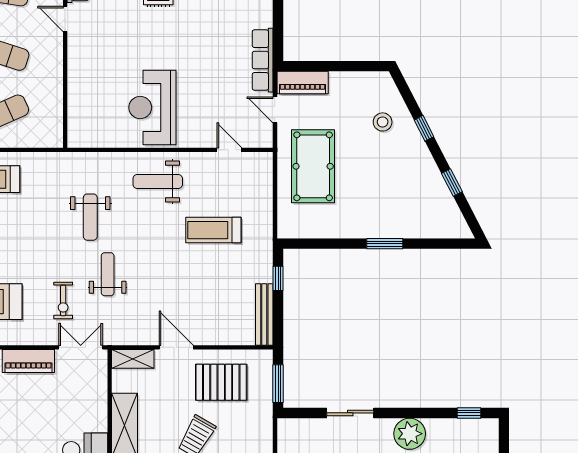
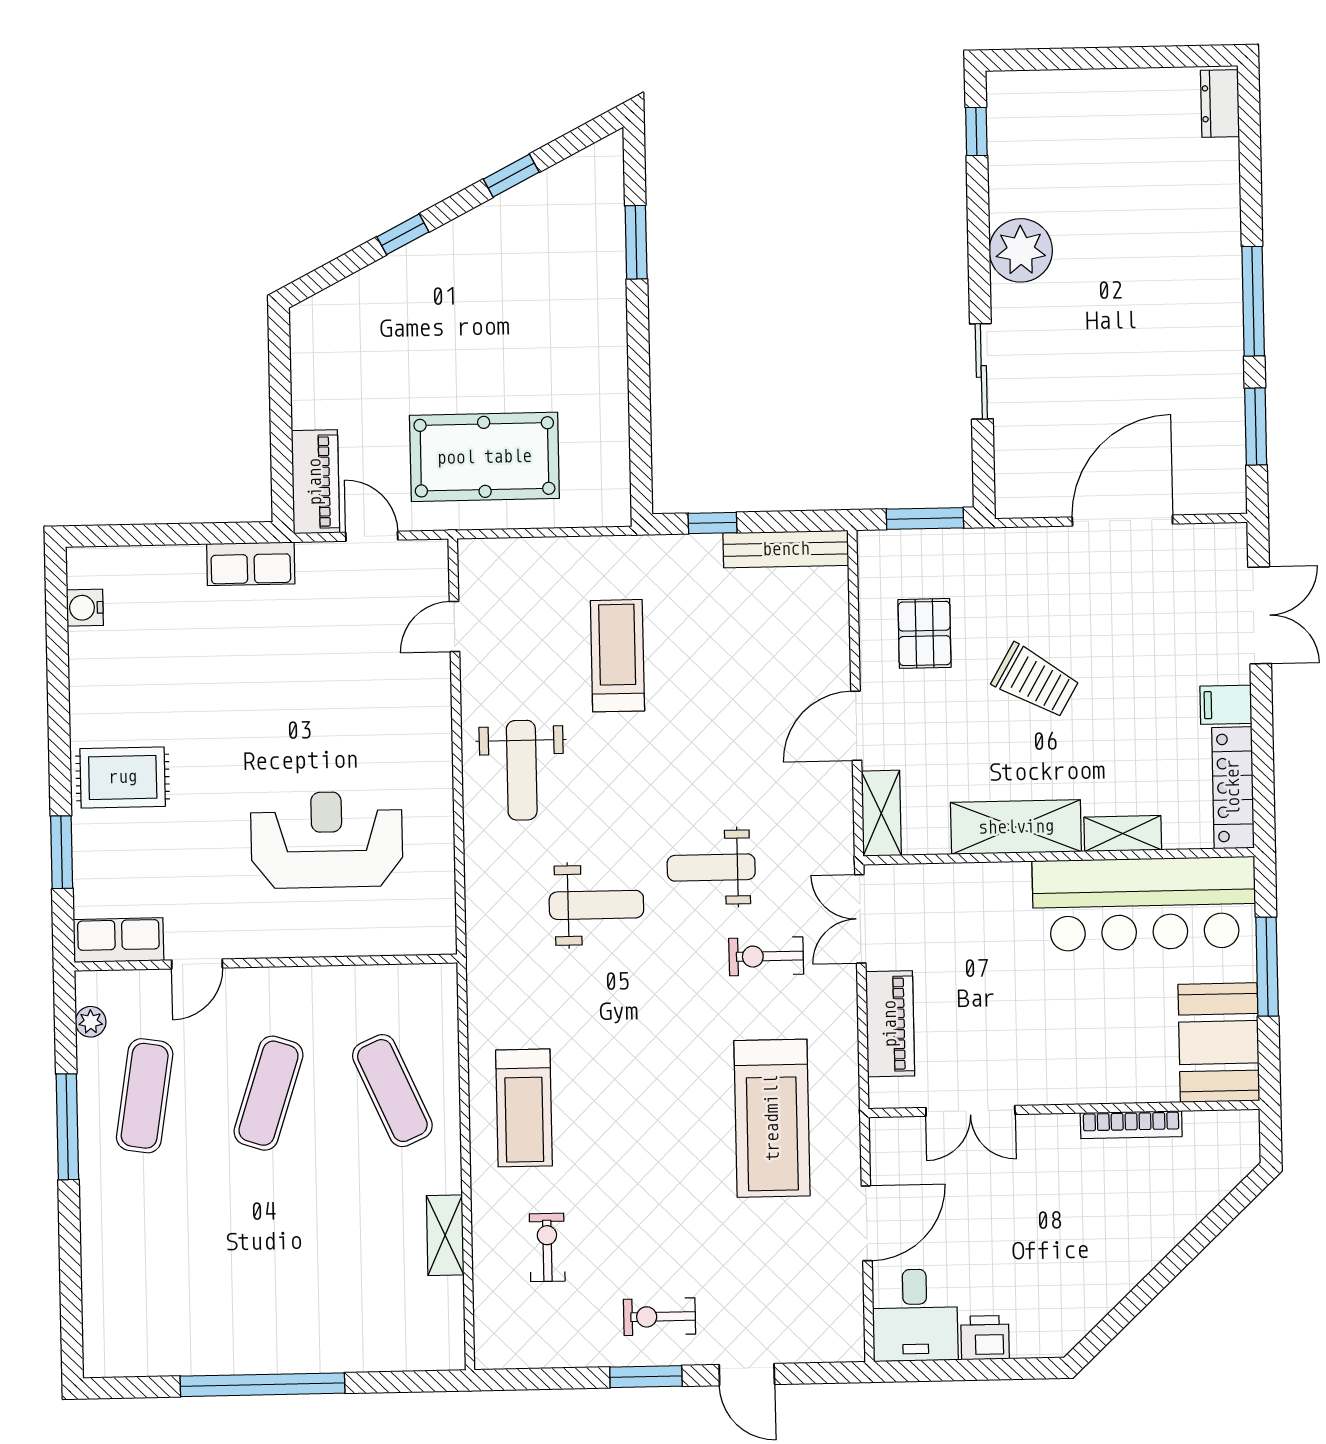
row of seats: (263, 60) -> (251, 564), width x0.68
reception desk: (152, 107) -> (327, 840), moved, turned 180
door: (275, 110) -> (372, 536), swing flipped
stool: (383, 122) -> (392, 318), removed
treadmill: (213, 230) -> (617, 656), turned 180
window: (385, 244) -> (636, 242), moved
exercise bike: (63, 300) -> (766, 956), turned 180
pallet: (221, 382) -> (924, 633), width x0.67, depth x0.71

